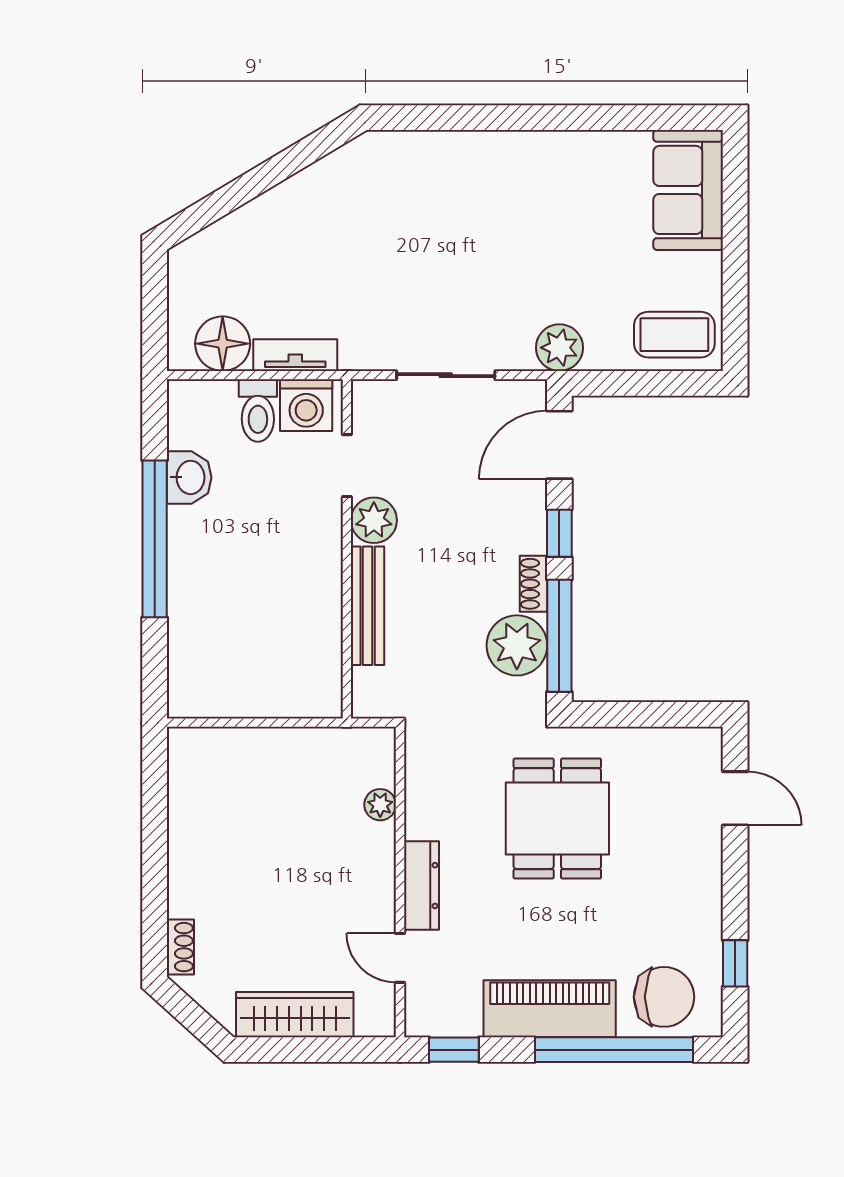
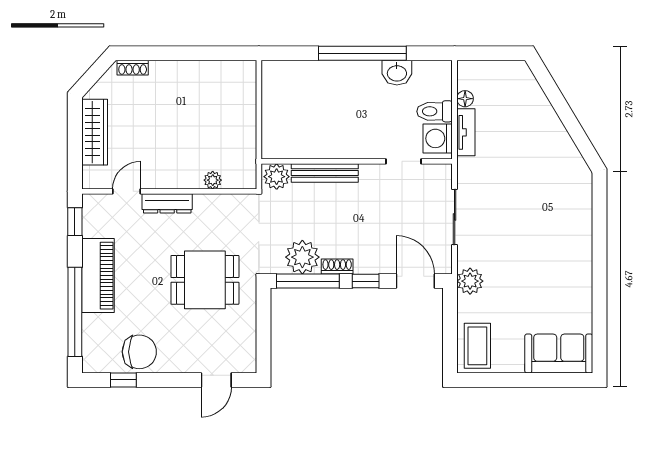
floor lamp: (223, 344) -> (465, 99), width x0.53, depth x0.53
plant: (374, 520) -> (277, 177), moved
chair: (664, 997) -> (139, 352), moved, turned -90

